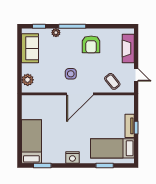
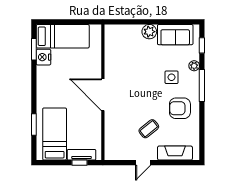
side table: (71, 74) -> (172, 77), moved
plant: (28, 80) -> (149, 32), moved
coffee table: (112, 81) -> (149, 129), moved
wall: (78, 94) -> (103, 92), moved
door: (80, 94) -> (103, 95), moved
nightstand: (72, 158) -> (43, 57), moved

